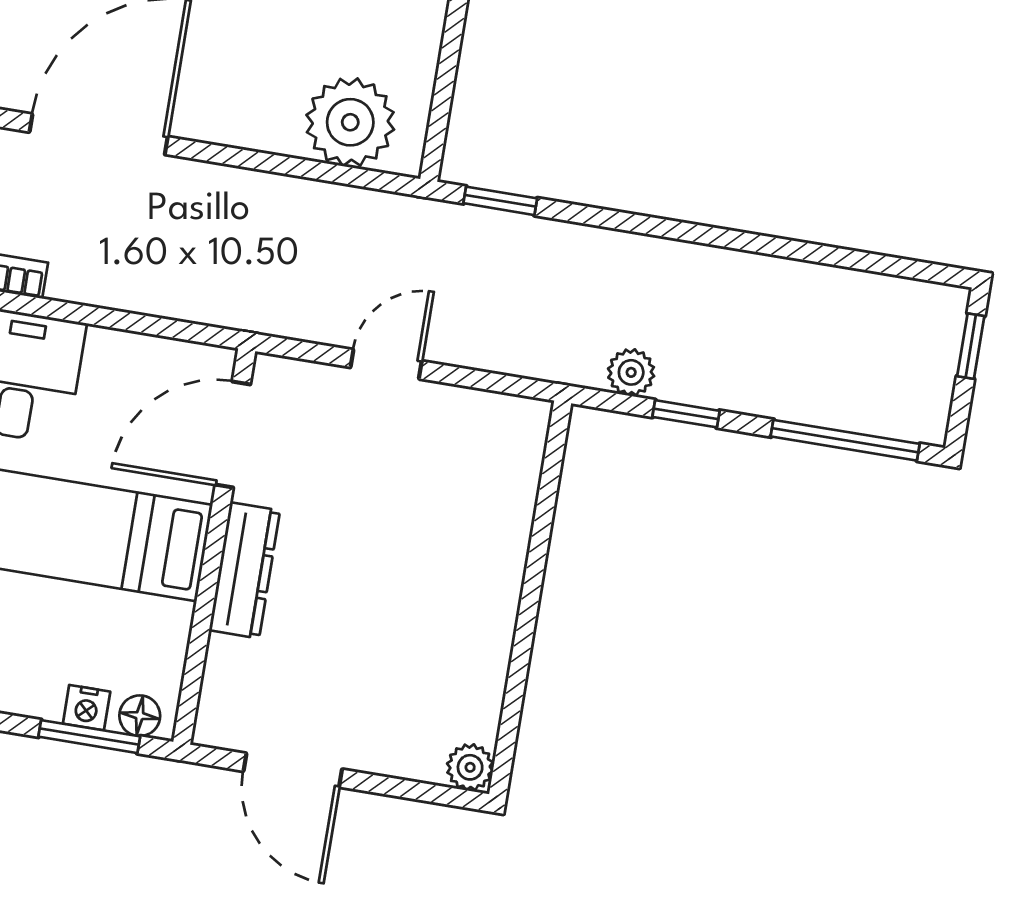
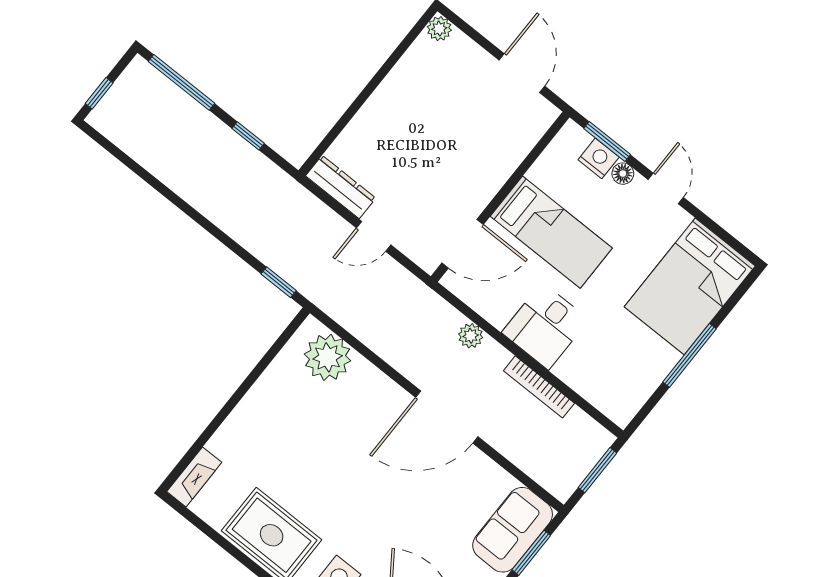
plant: (631, 372) -> (471, 336), moved
dresser: (245, 570) -> (341, 187), moved, turned 90
nightstand: (87, 708) -> (599, 158), width x1.39, depth x1.35
floor lamp: (140, 716) -> (623, 174), moved

